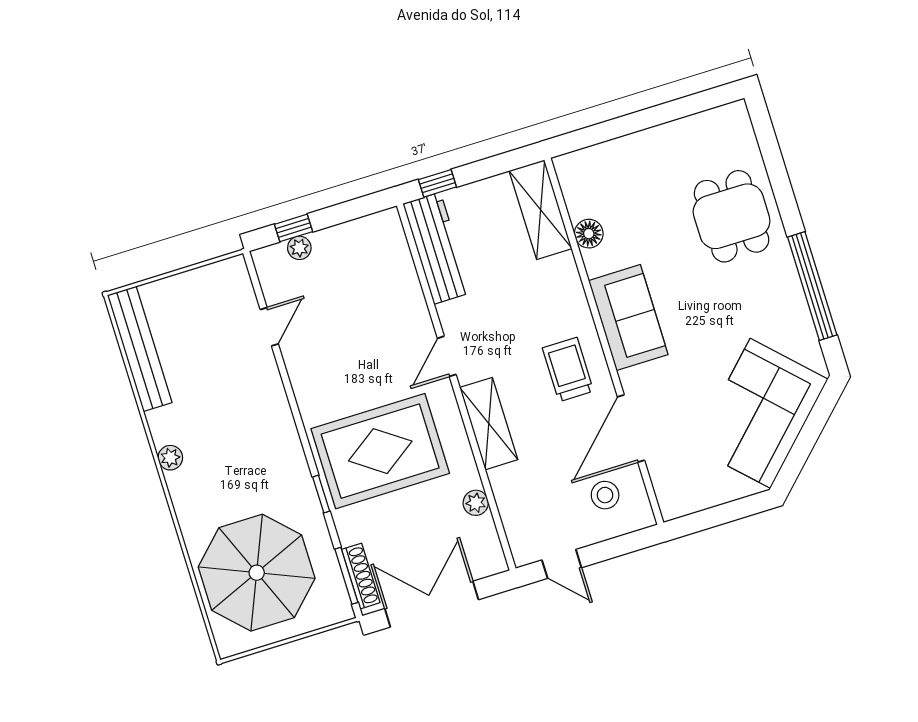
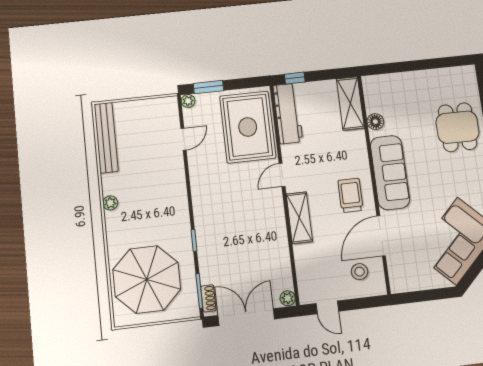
window: (294, 228) -> (208, 87), width x1.50
plant: (299, 248) -> (188, 101), moved
sofa: (628, 318) -> (390, 173), width x1.36
rug: (380, 451) -> (248, 127), moved, turned 90
plant: (476, 503) -> (288, 298), moved
shoe rack: (361, 576) -> (208, 298), width x0.70

